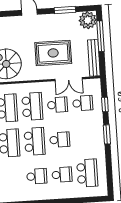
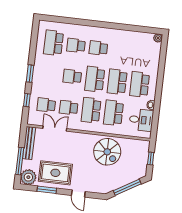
rug: (53, 53) -> (55, 173), moved

